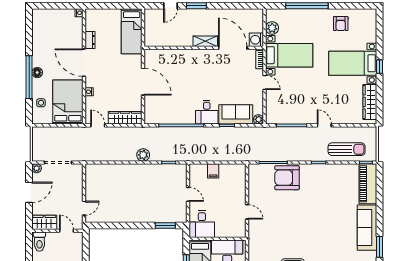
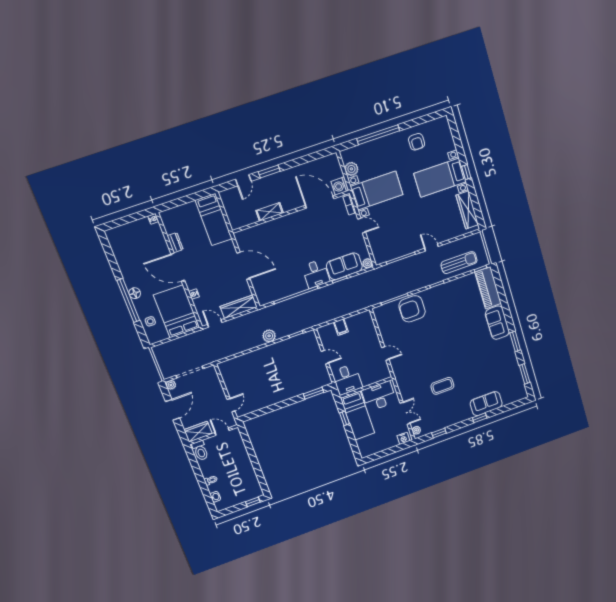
shelving: (205, 41) -> (270, 212), moved
sofa: (367, 228) -> (497, 323), width x0.73

